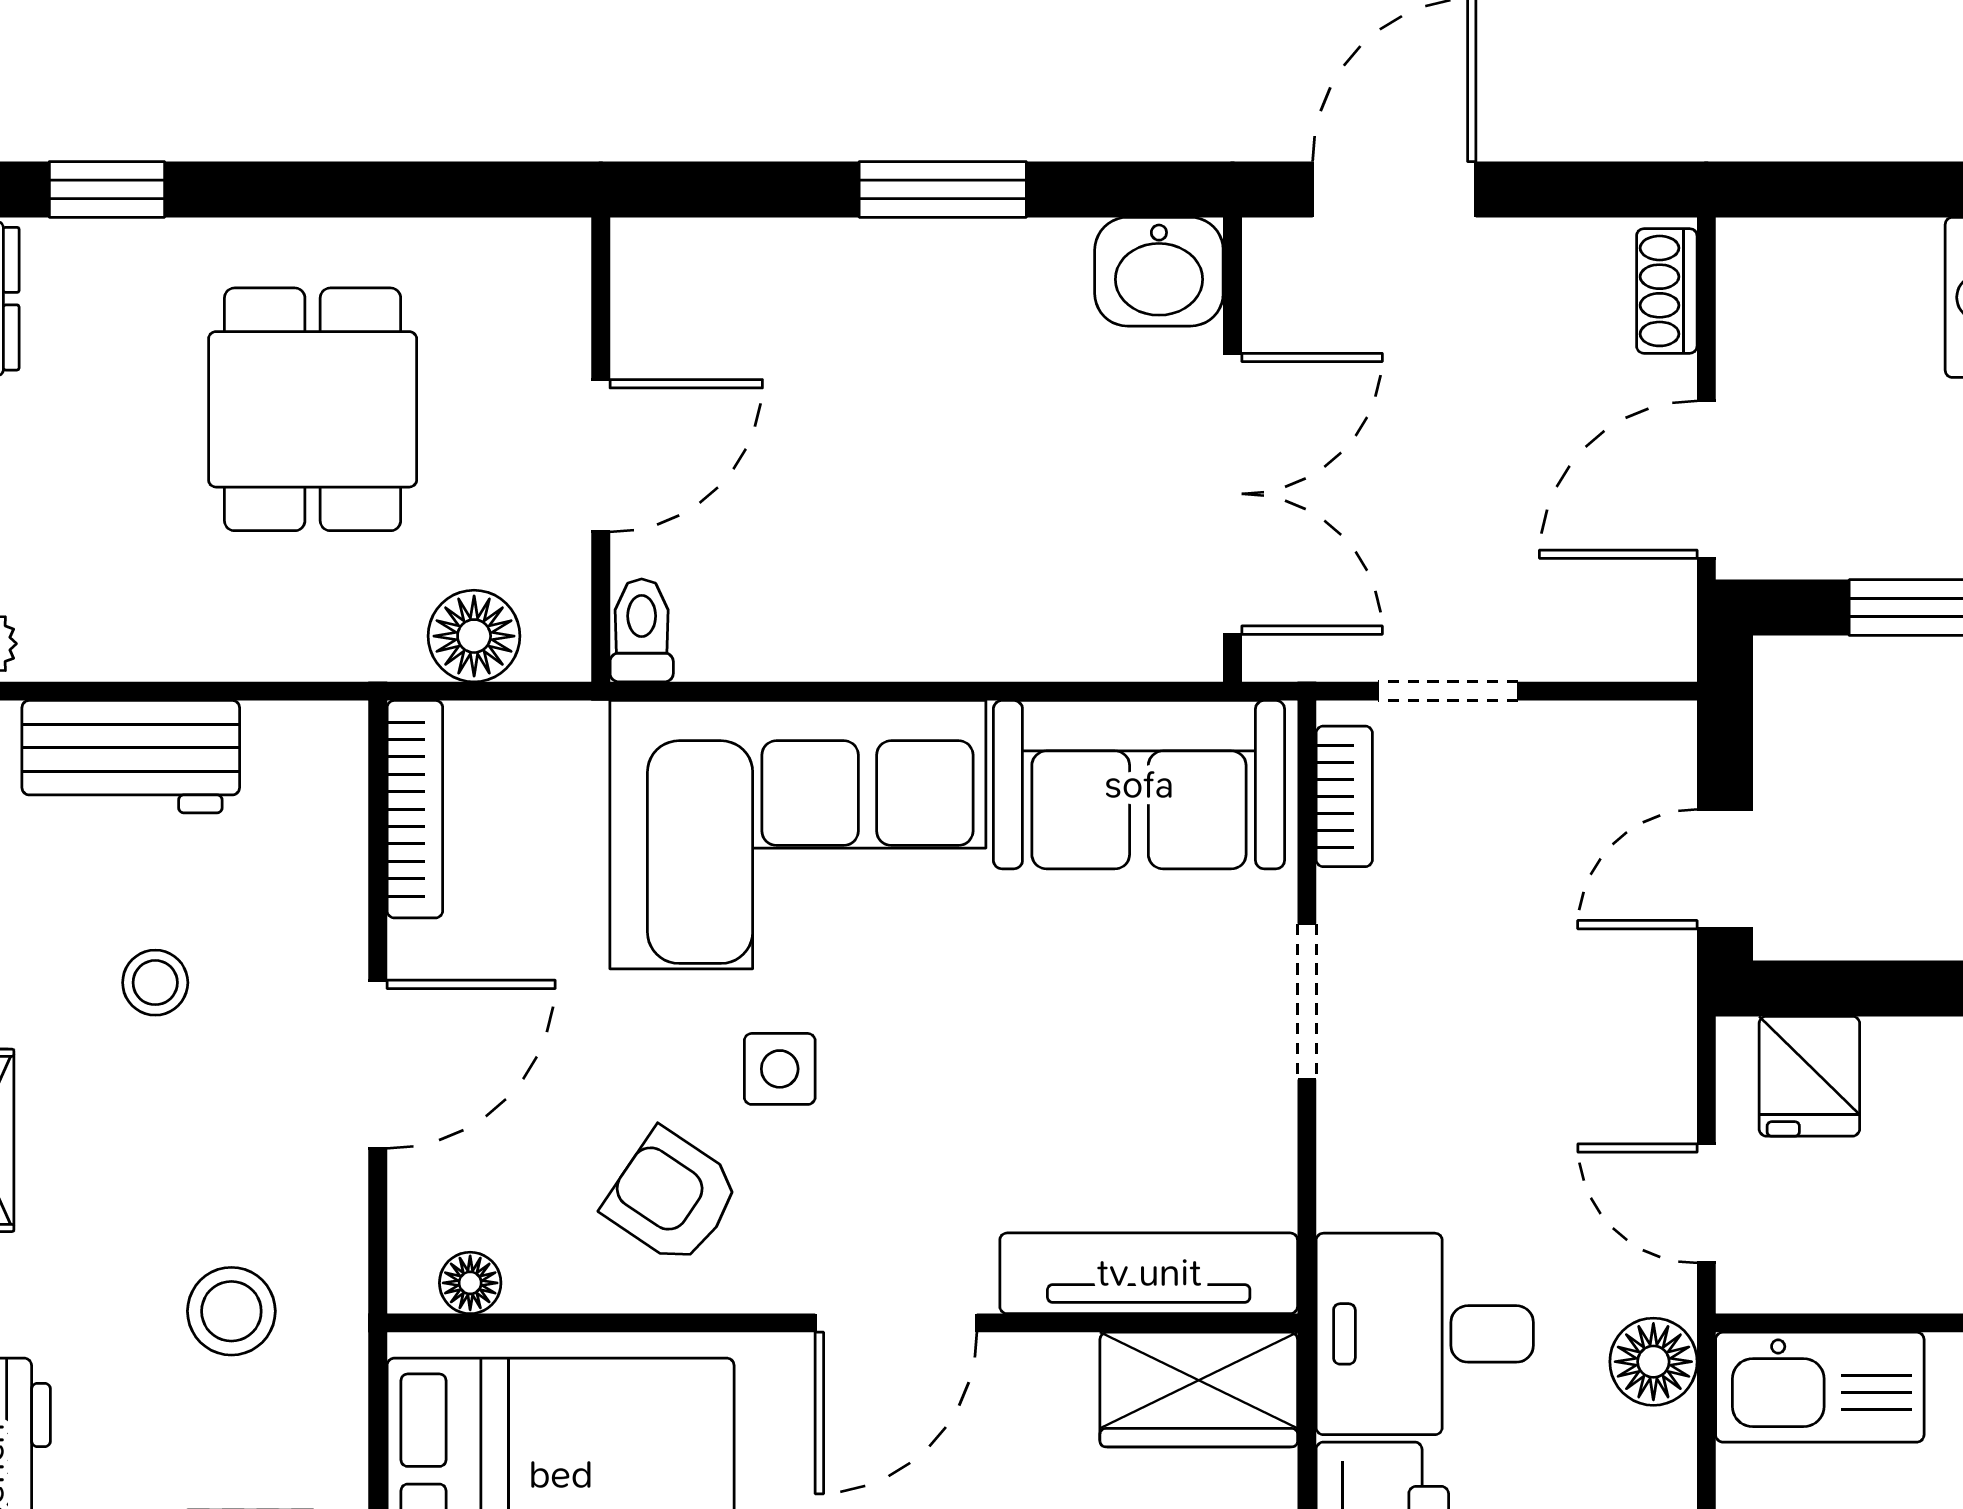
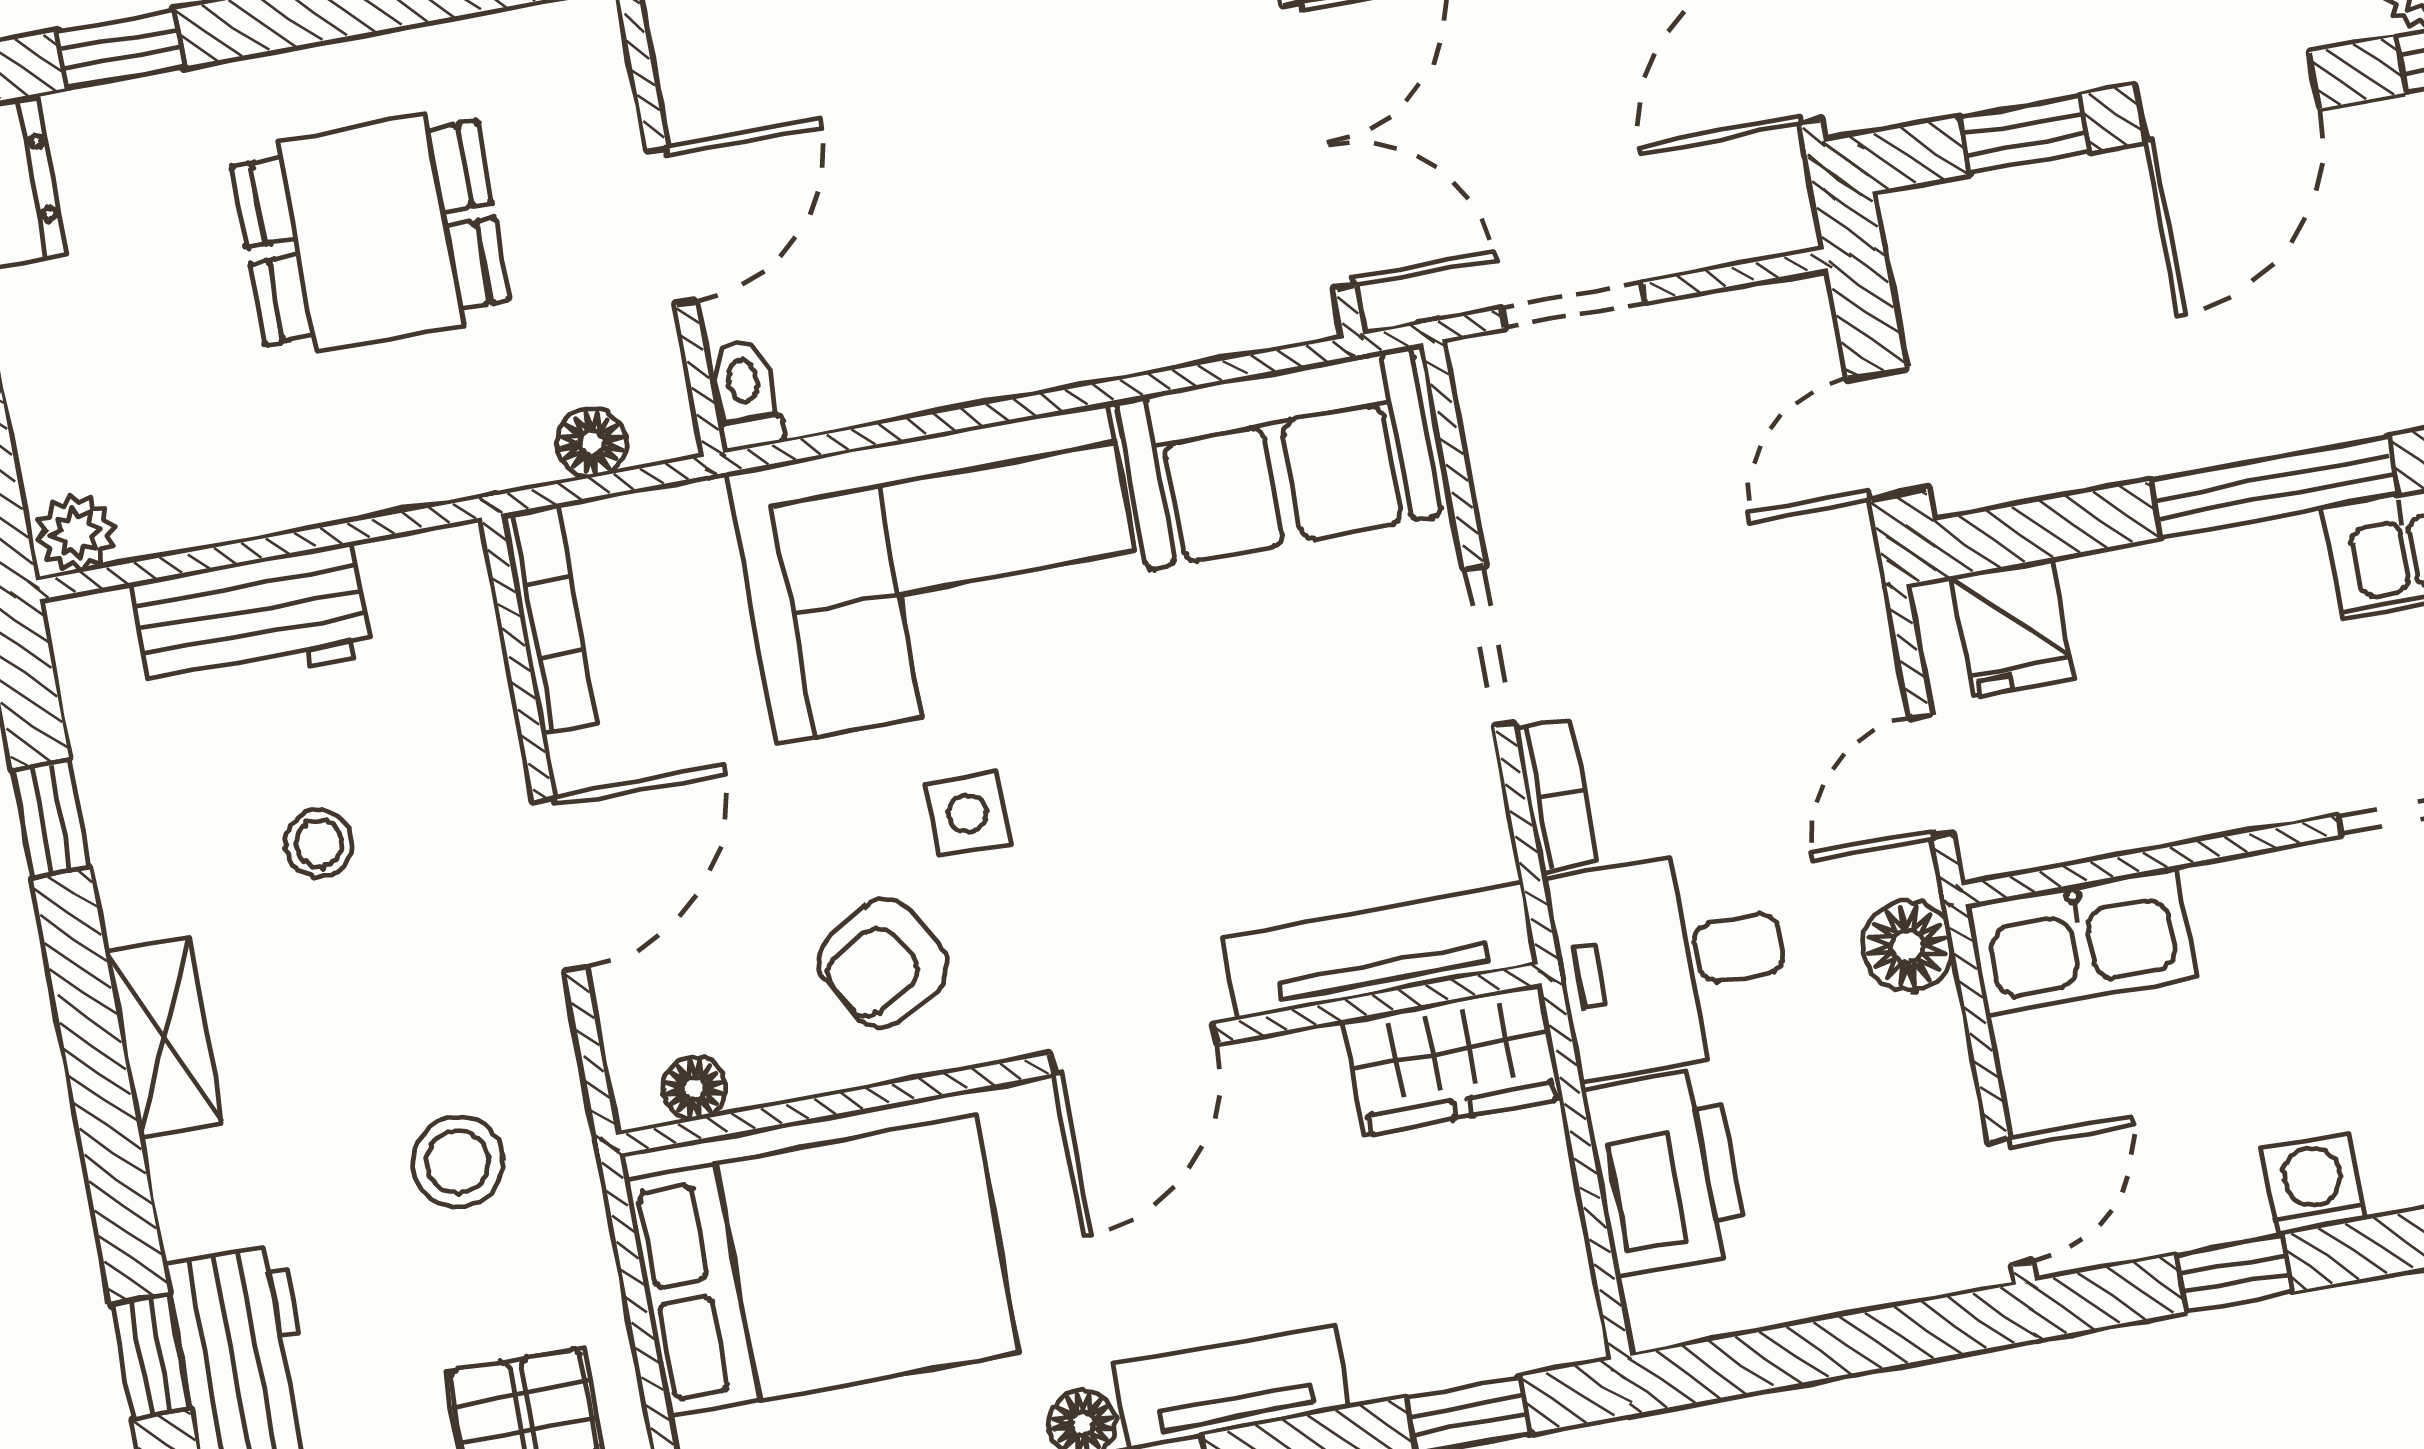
dining table: (313, 409) -> (371, 233), turned 90
floor lamp: (474, 636) -> (592, 443), width x0.73, depth x0.73
bookcase: (1344, 796) -> (1556, 795), moved
armchair: (672, 1197) -> (883, 963), turned -64
door: (1706, 1203) -> (1932, 776), hinge flipped

